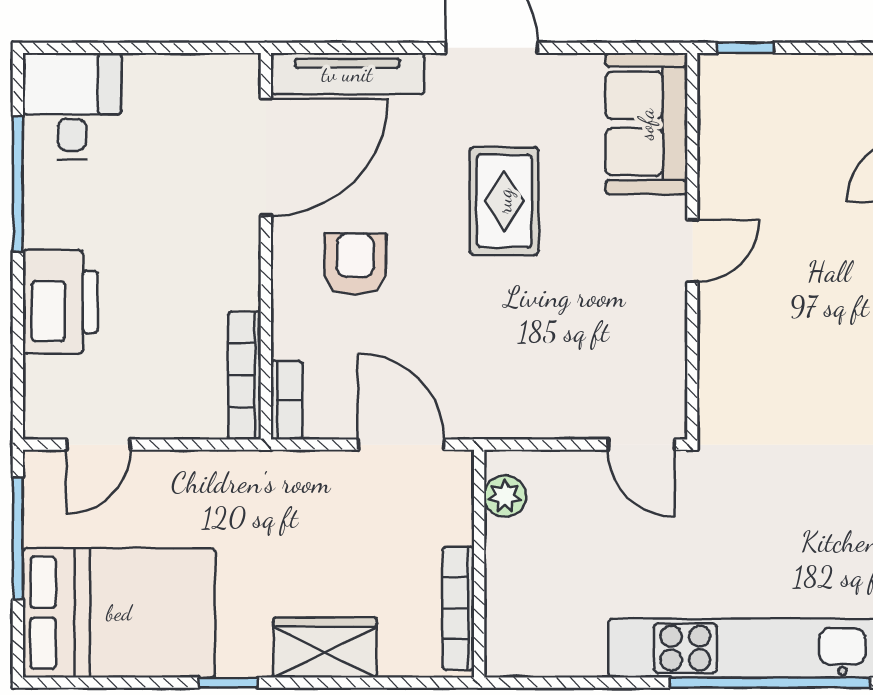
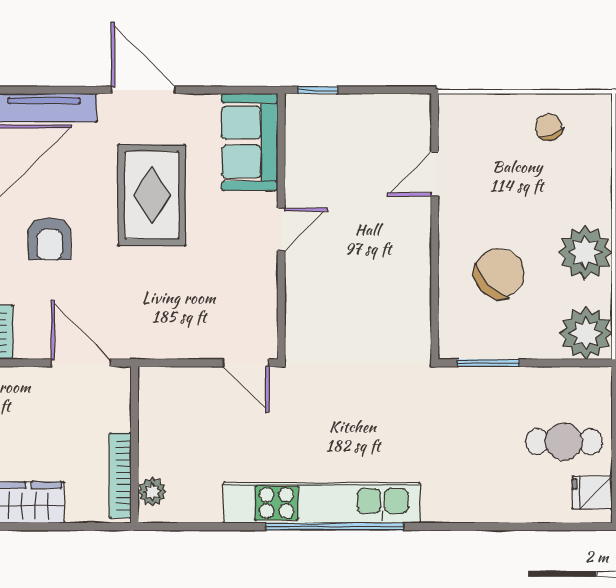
rug: (504, 201) -> (152, 195), width x1.36, depth x1.43
armchair: (355, 264) -> (49, 239), turned 180
plant: (505, 496) -> (152, 492), moved

